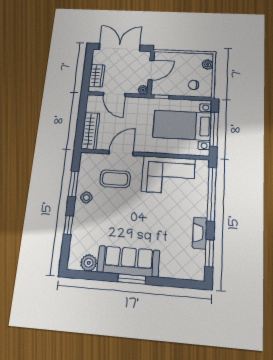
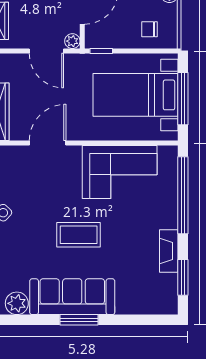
door: (114, 94) -> (46, 51), moved
coffee table: (115, 179) -> (79, 235), moved

